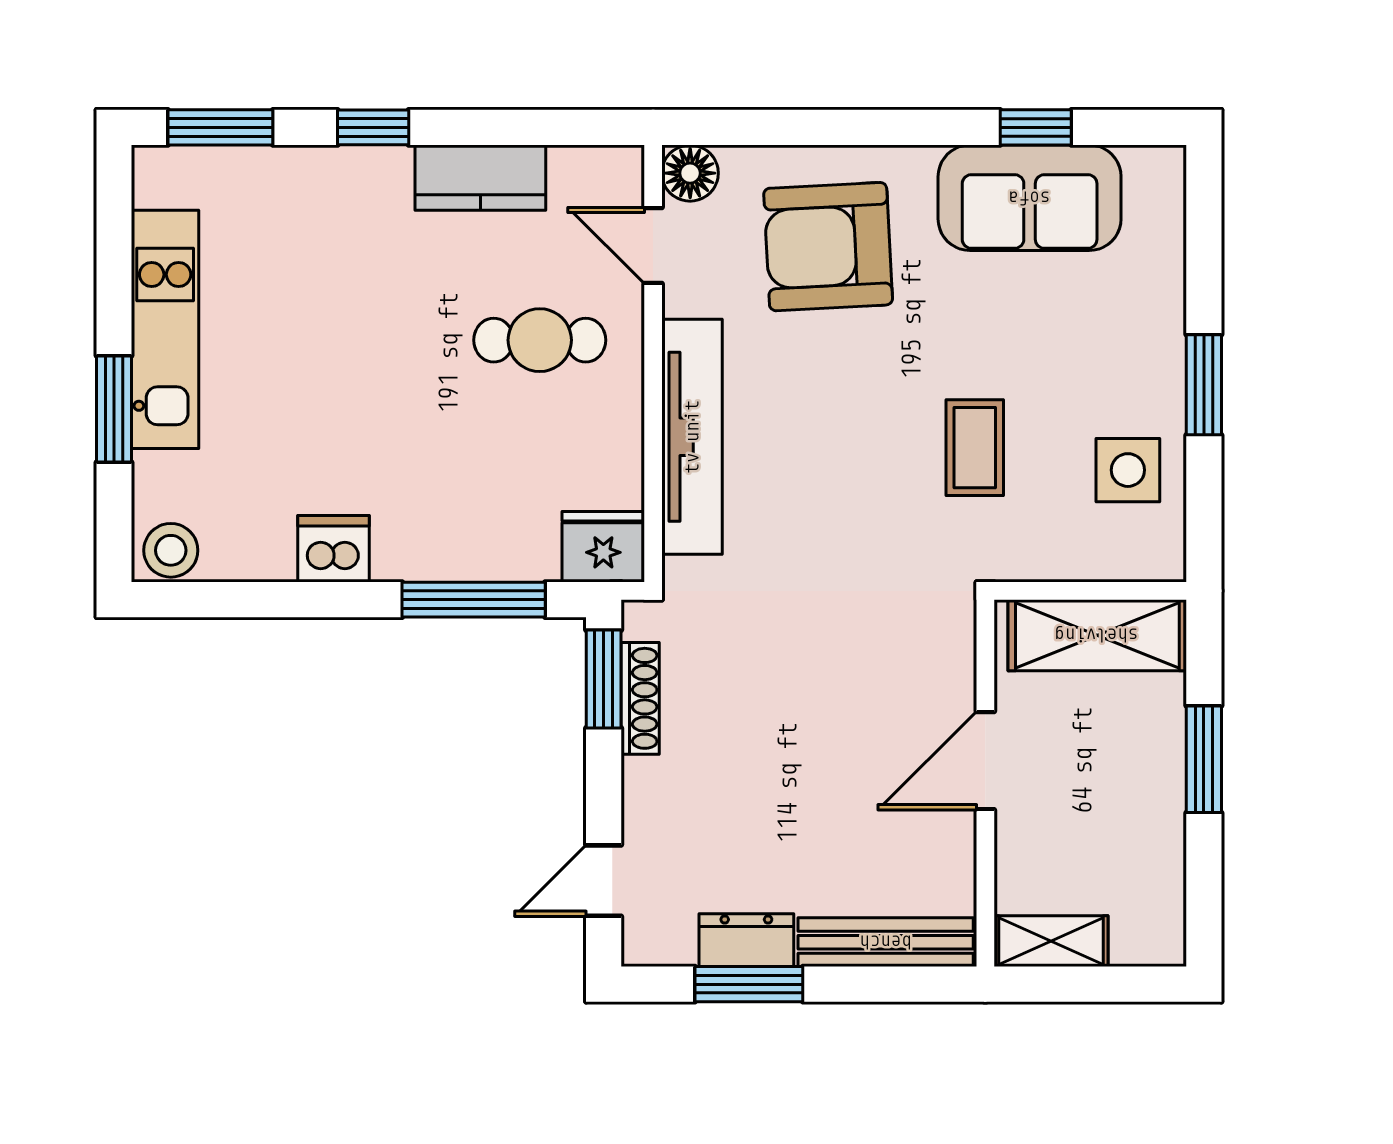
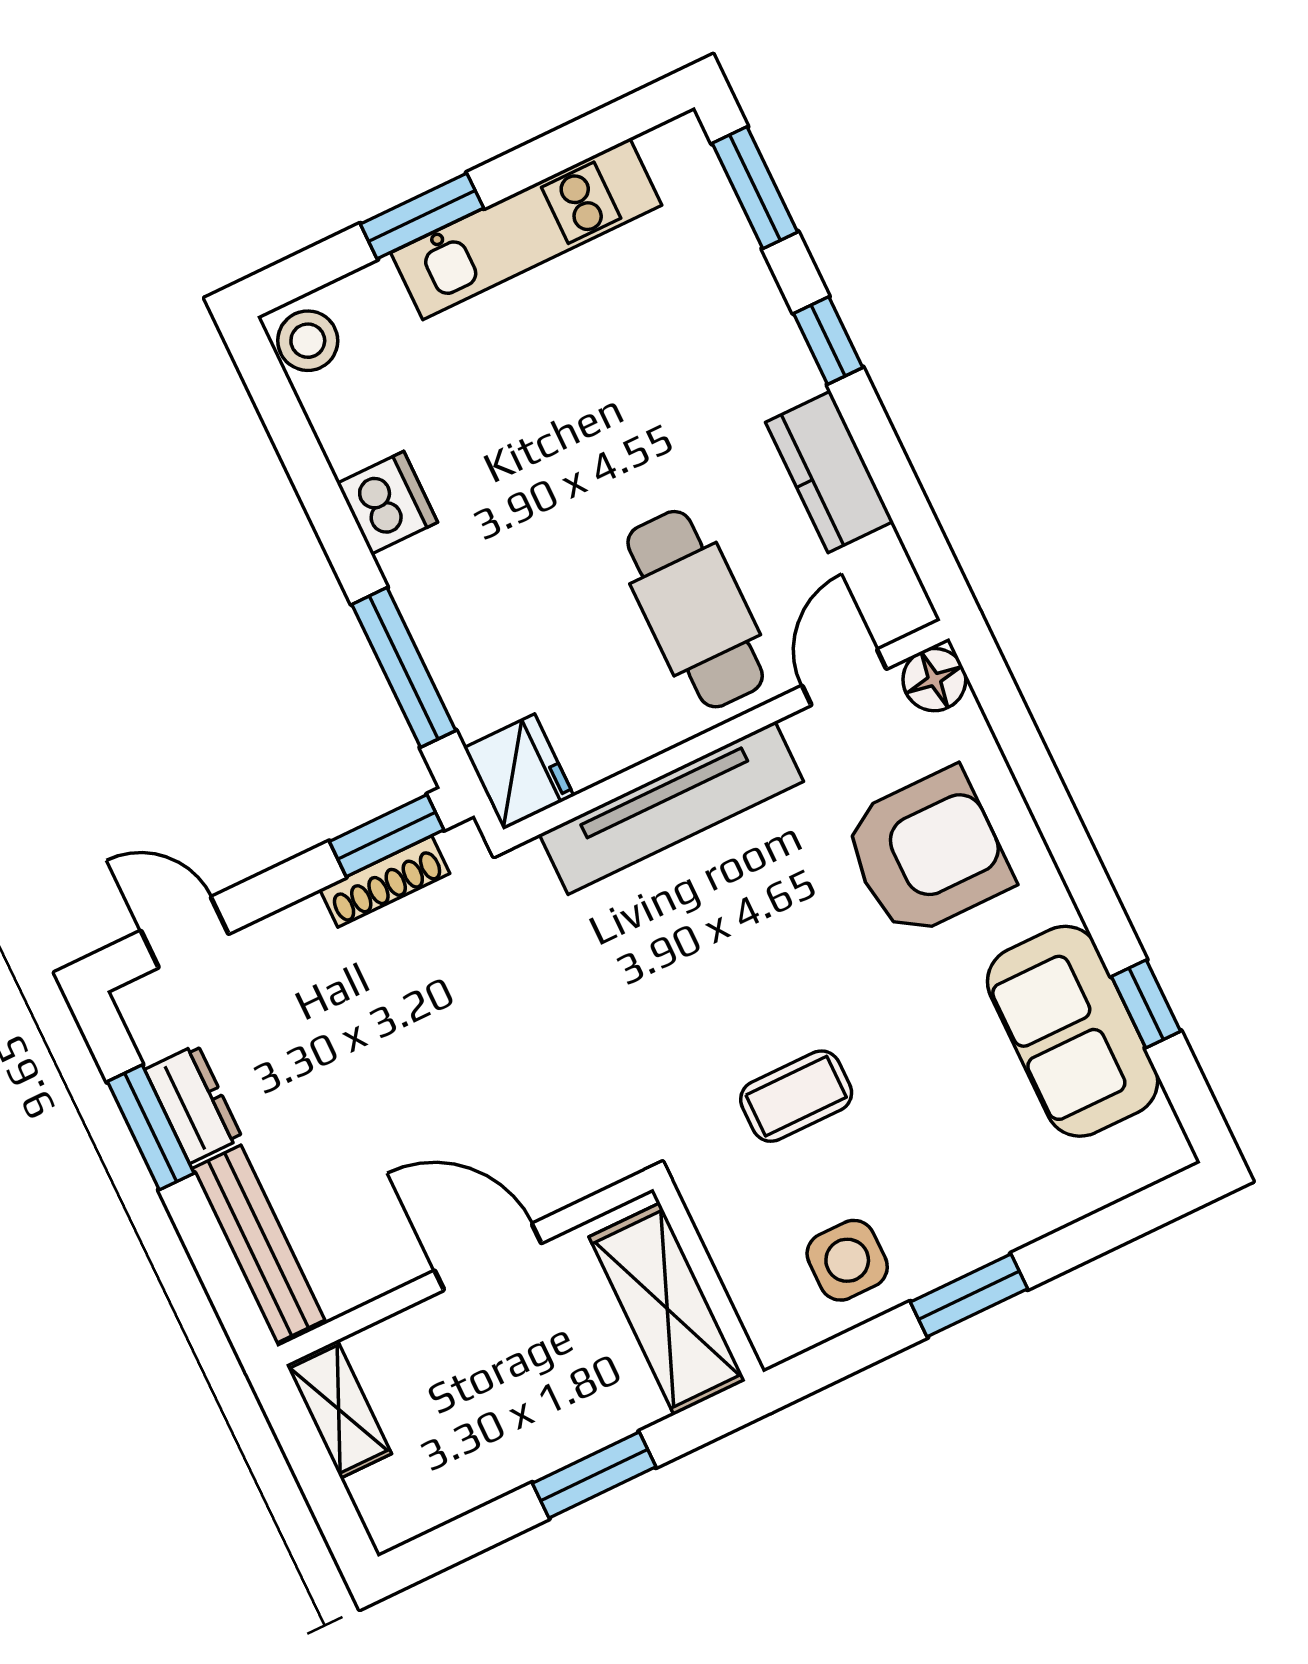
armchair: (828, 247) -> (927, 853), turned 93
cafe table: (540, 340) -> (695, 609), width x1.37, depth x1.35

